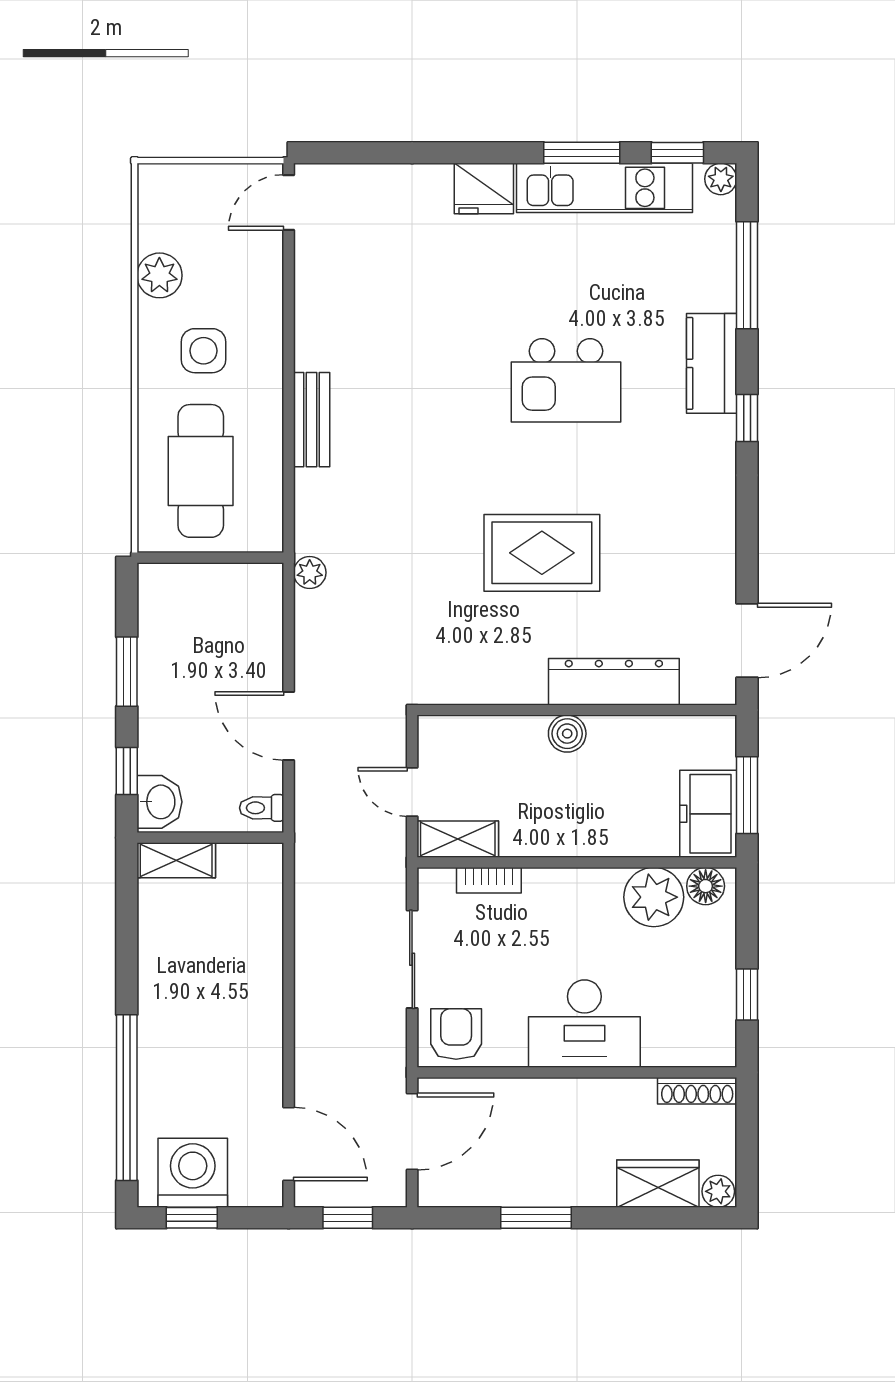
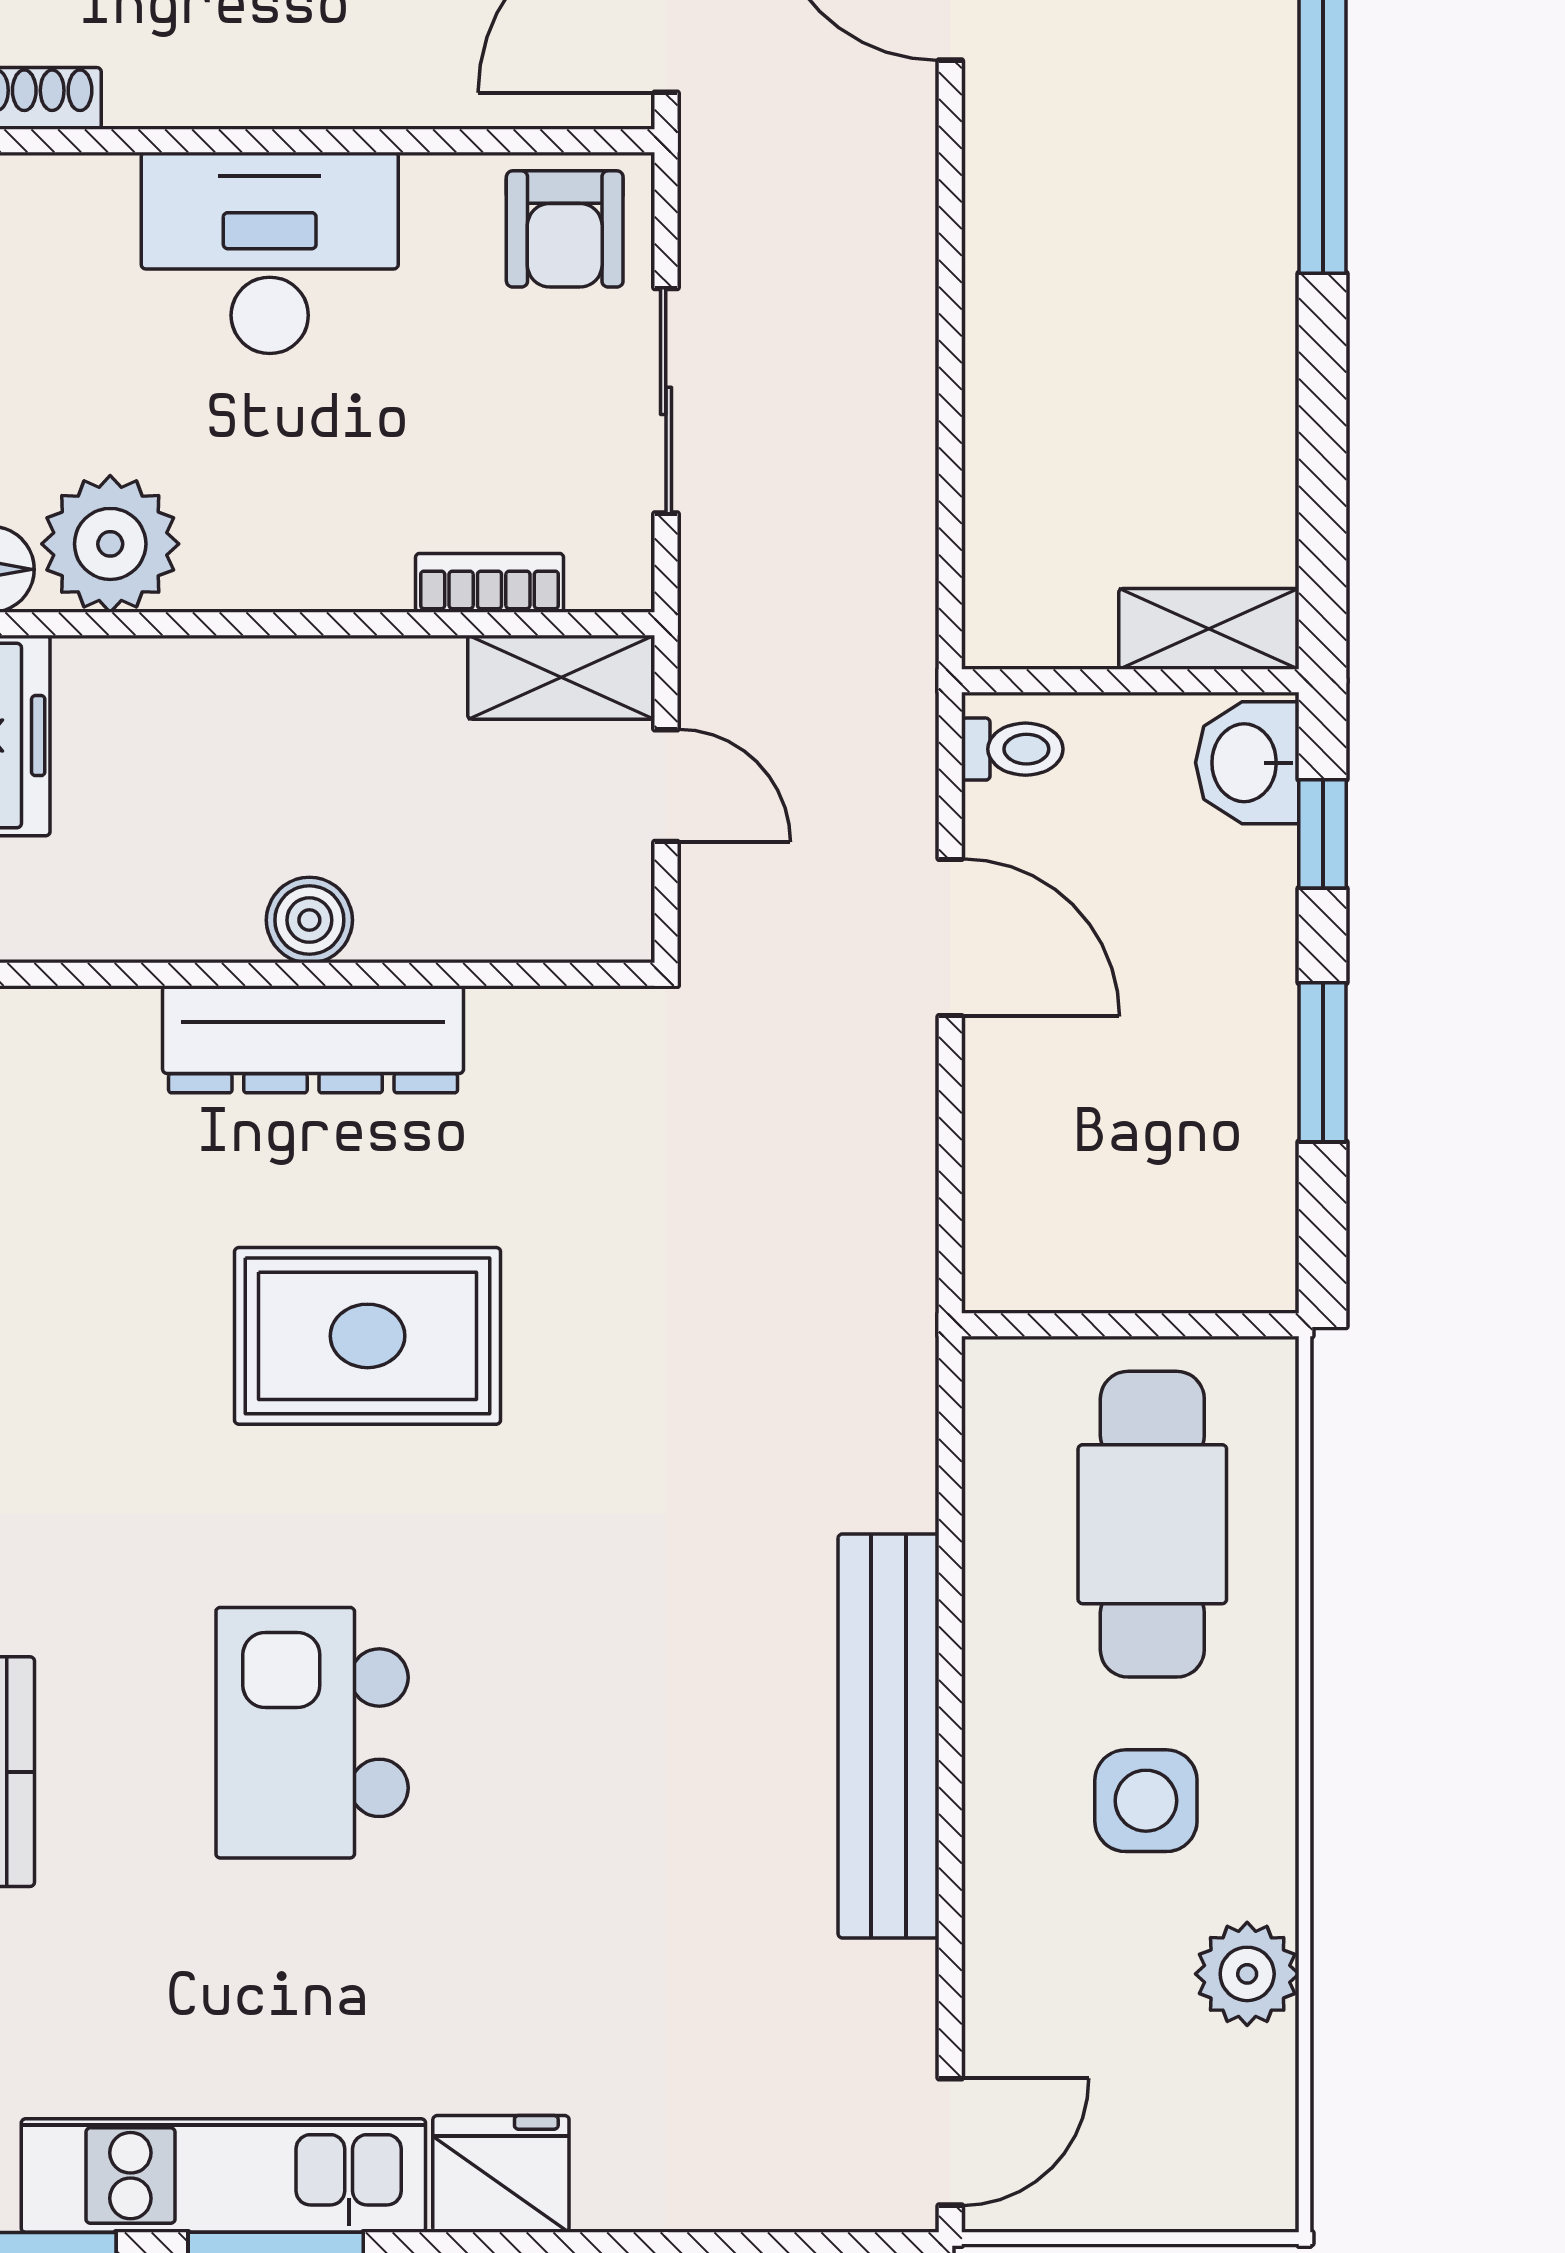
kitchen island: (566, 380) -> (312, 1733), turned -90
bench: (312, 420) -> (889, 1736), width x1.86, depth x1.21
plant: (310, 573) -> (902, 1291), removed
dresser: (614, 682) -> (313, 1039), moved

